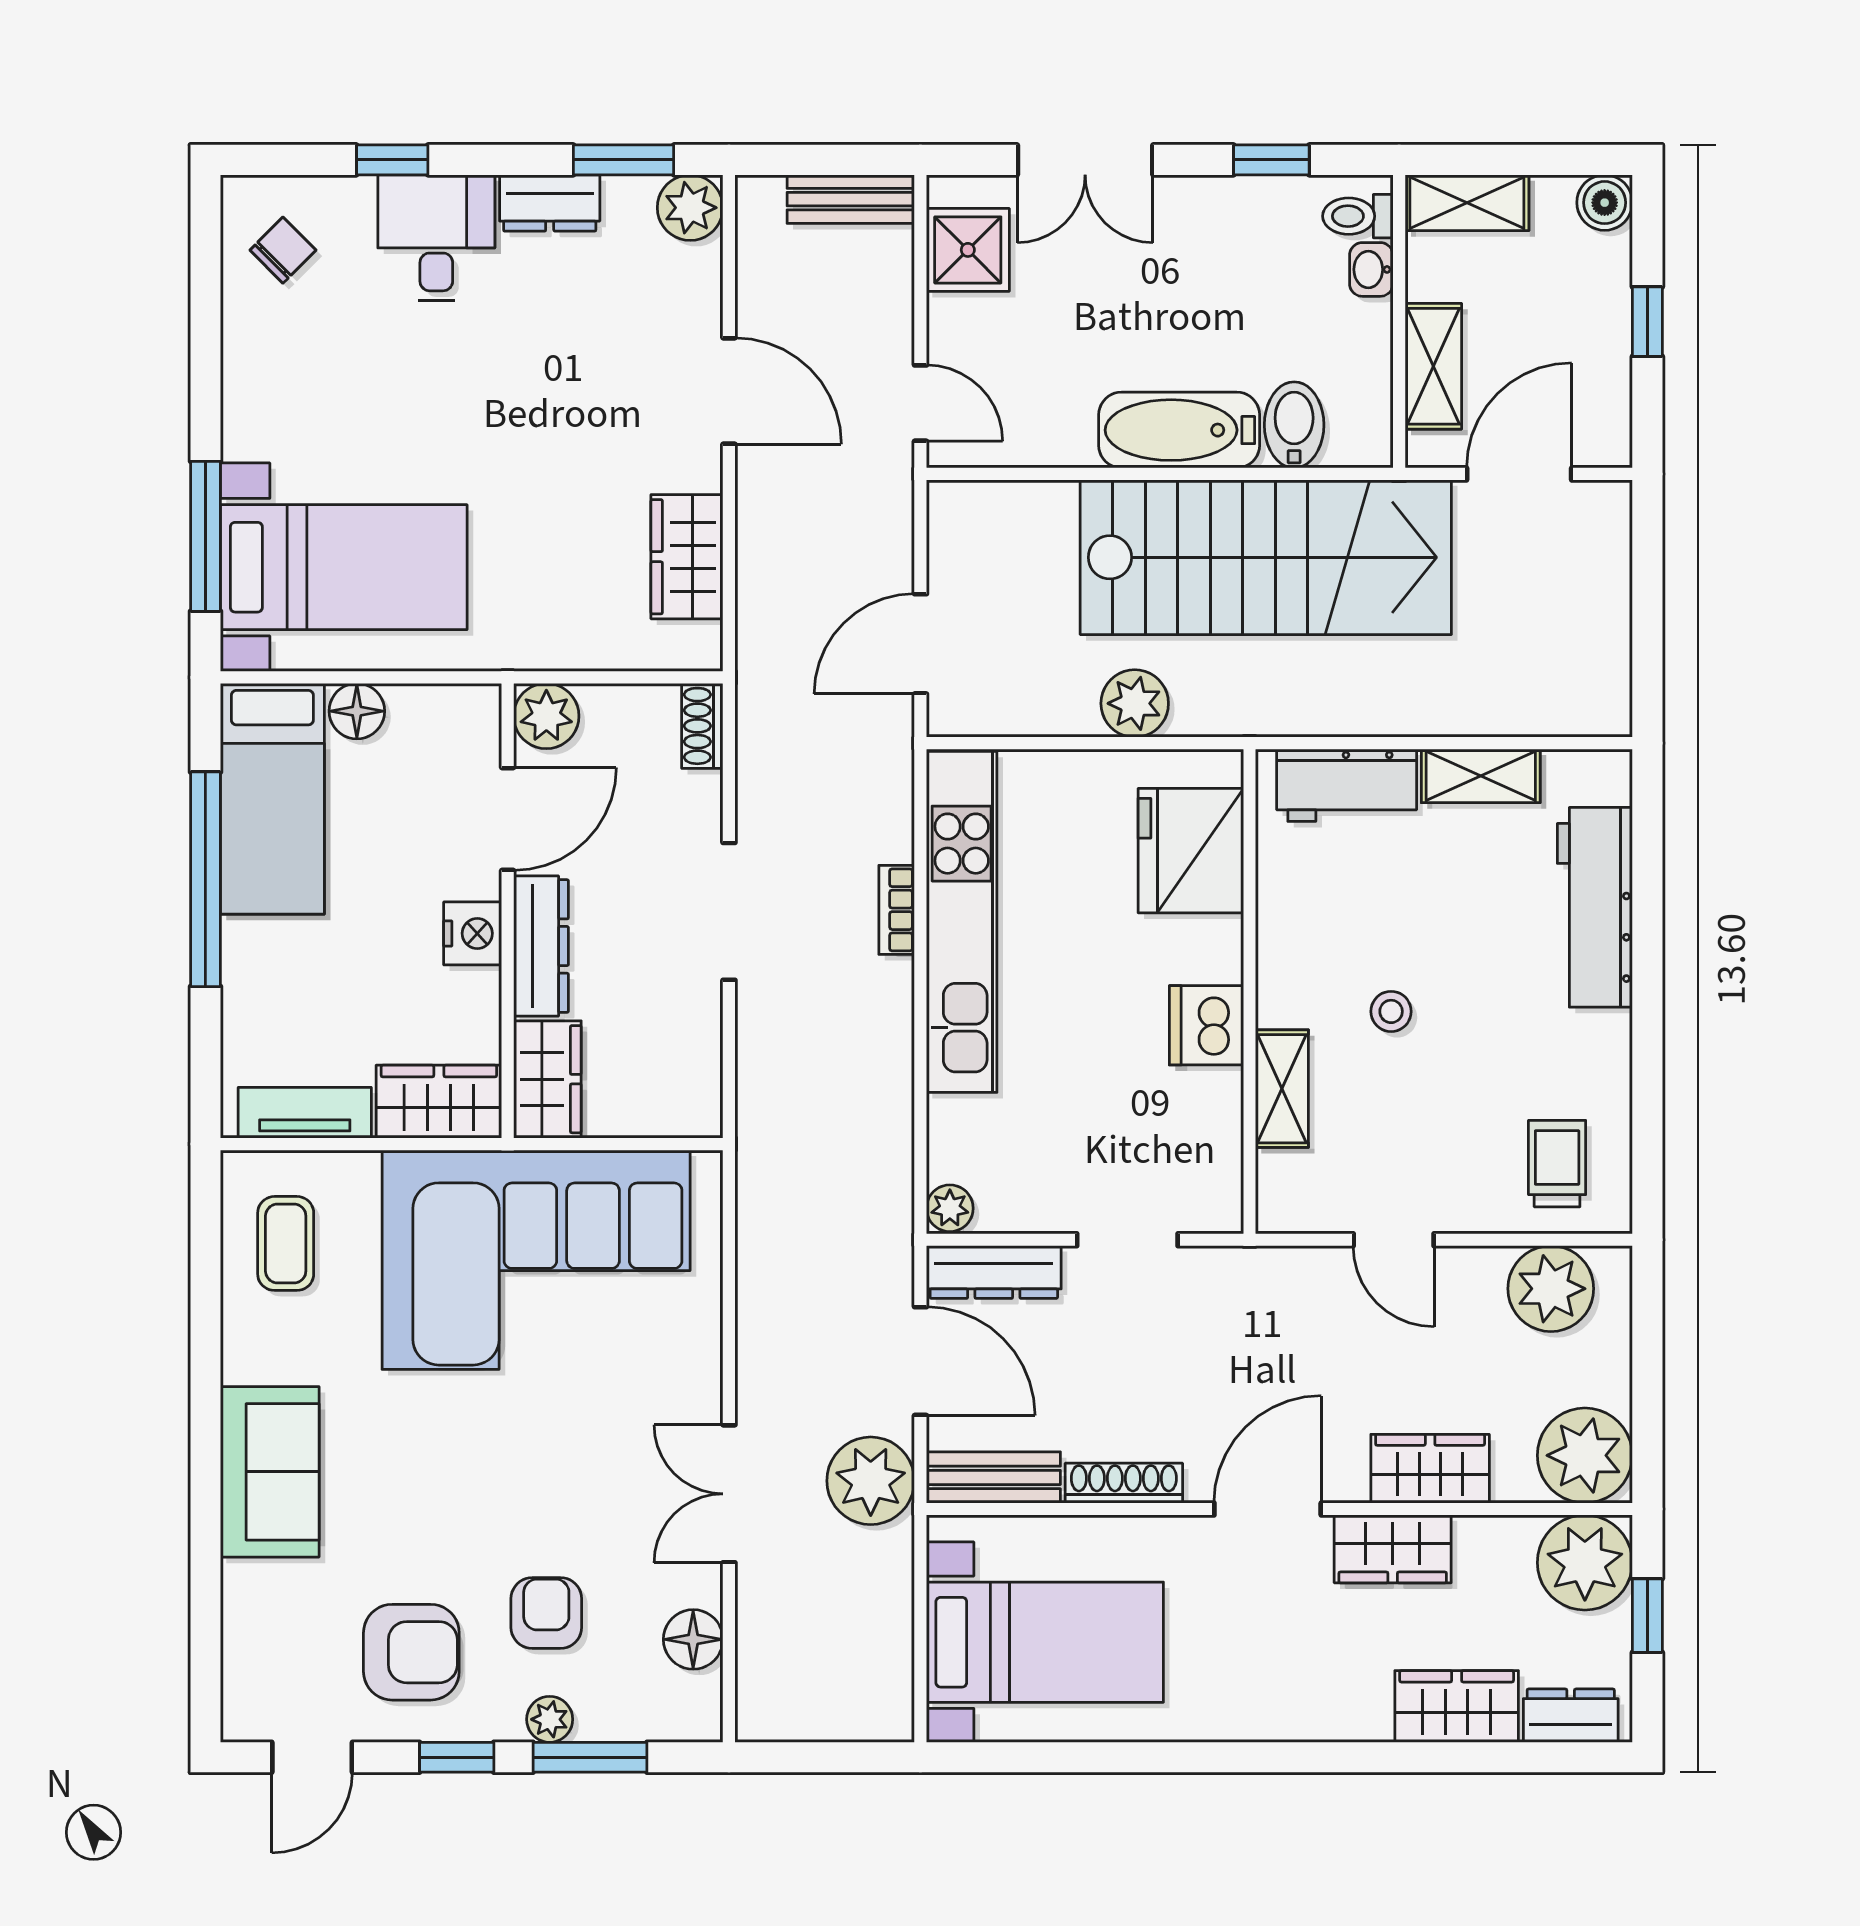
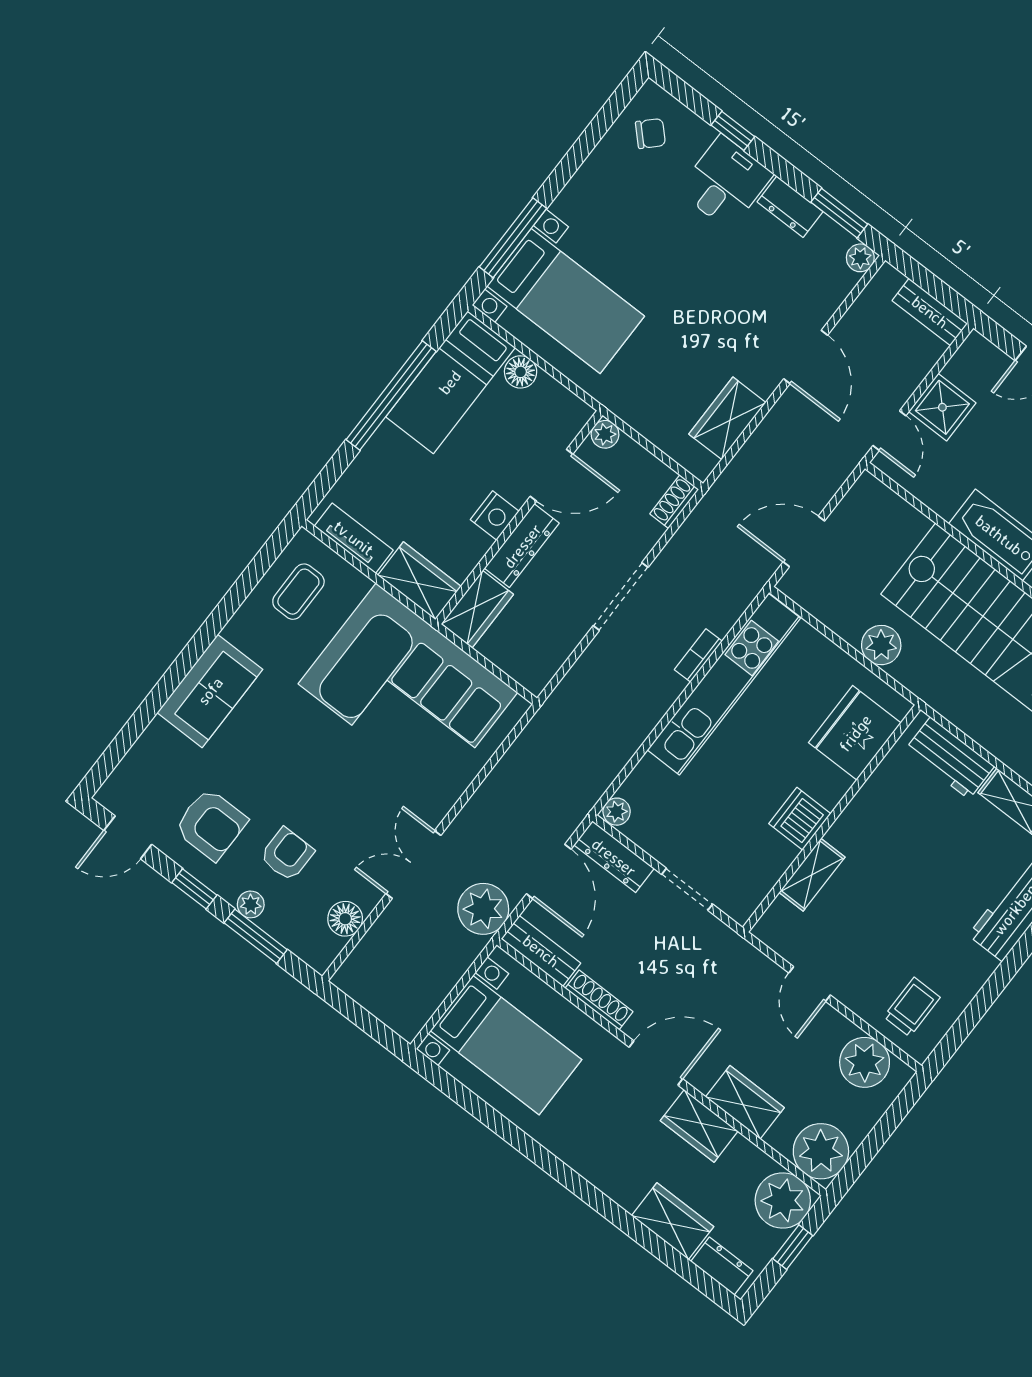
plant: (690, 208) -> (860, 258), width x0.73, depth x0.73
shower: (968, 250) -> (942, 407), moved
plant: (546, 716) -> (605, 434), width x0.73, depth x0.73
stool: (1391, 1011) -> (890, 878), removed

